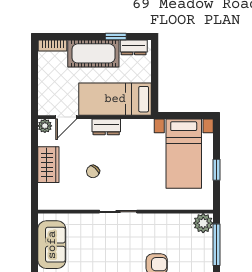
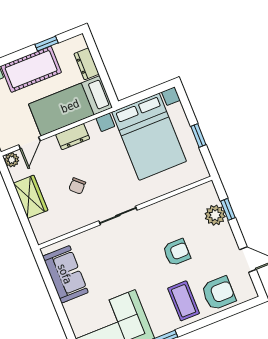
dresser: (134, 47) -> (86, 64), moved, turned 90
bed with nightstands: (184, 154) -> (149, 137), width x1.36
plant: (203, 223) -> (215, 215), moved
window: (216, 245) -> (228, 209), width x0.46

